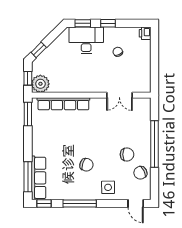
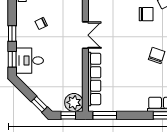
desk: (86, 40) -> (30, 61), width x0.73
double door: (119, 95) -> (85, 35), moved
chair: (127, 154) -> (146, 14), turned 90

